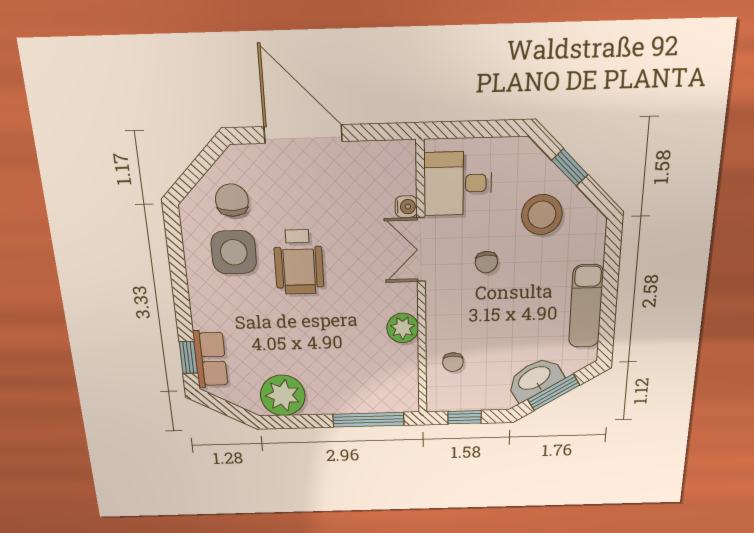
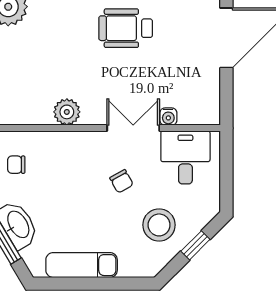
chair: (486, 262) -> (121, 181), turned -116
chair: (453, 362) -> (16, 165), moved

